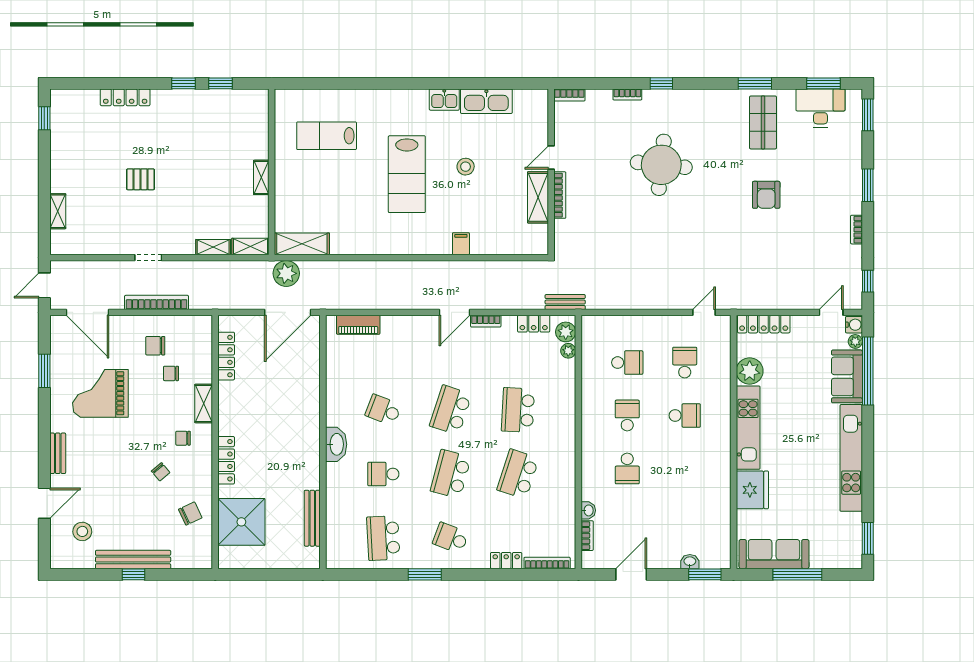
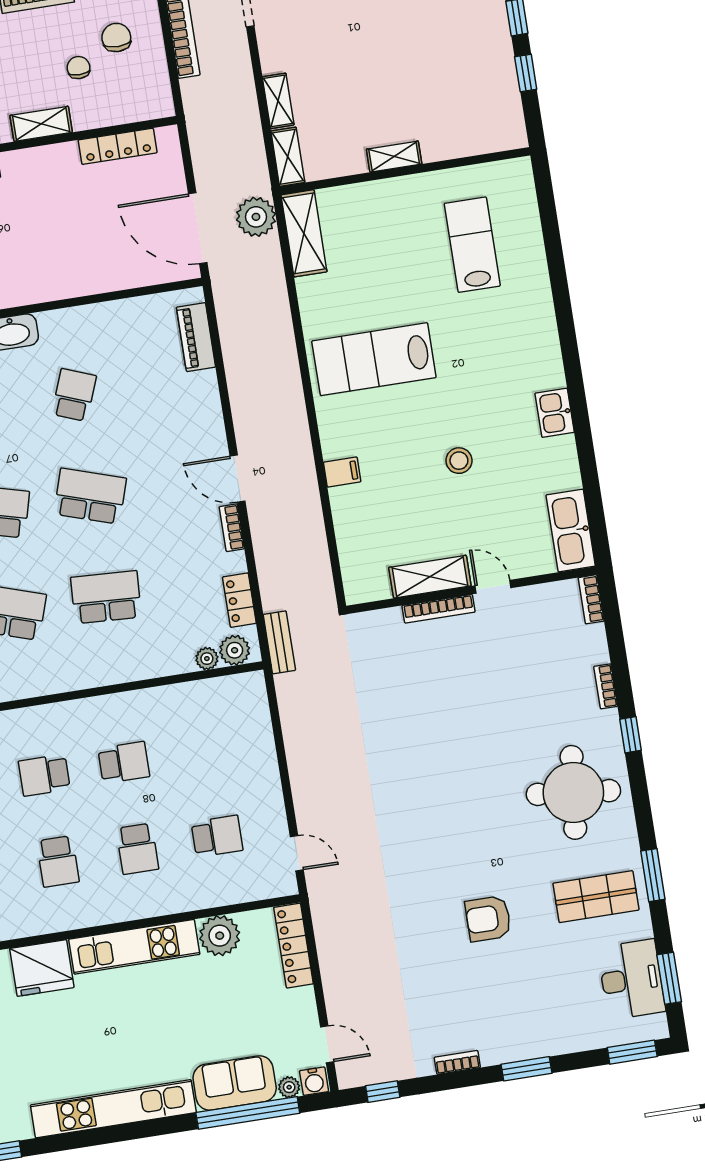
kitchen sink: (486, 101) -> (571, 531), moved
round table: (661, 165) -> (573, 792), moved
lab bench: (407, 174) -> (374, 359), moved
school desk: (627, 363) -> (58, 861), moved

